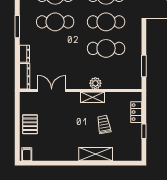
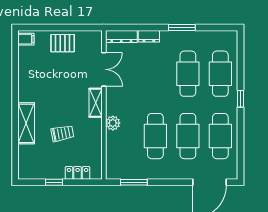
shelving: (93, 97) -> (96, 103), moved

